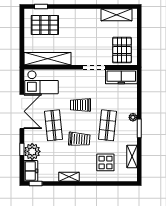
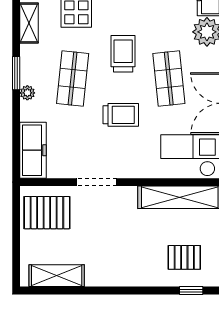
pallet: (45, 25) -> (184, 257), width x0.67, depth x0.71
pallet: (122, 50) -> (47, 213), turned 90
freezer: (121, 77) -> (33, 150), moved, turned 90
trolley: (79, 139) -> (123, 54), turned 86

